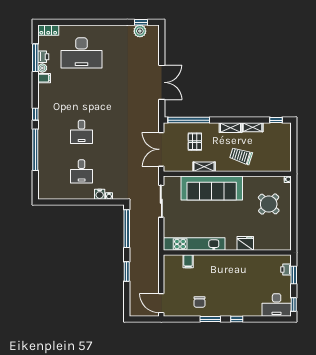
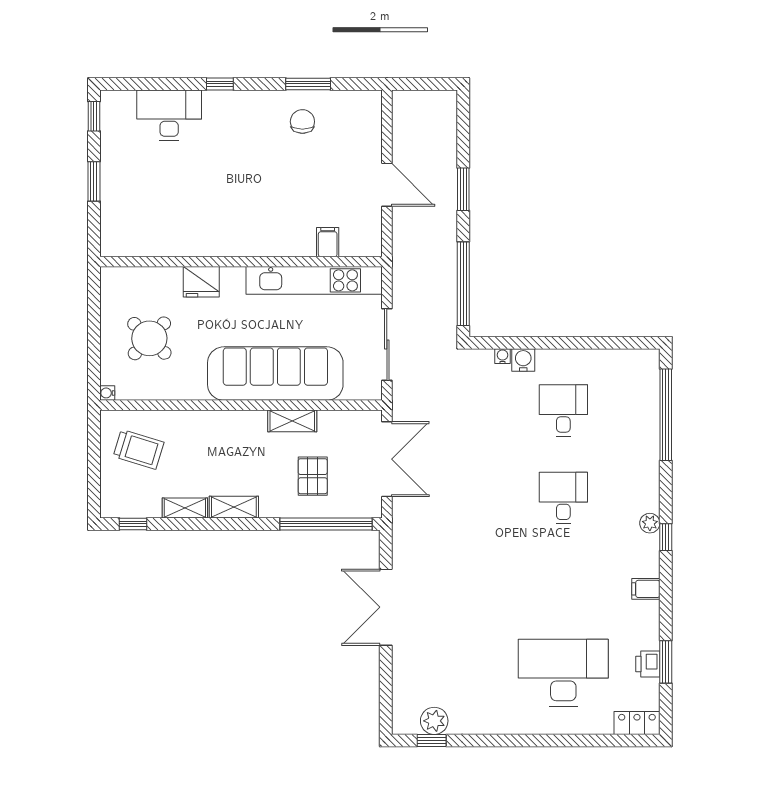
window: (35, 58) -> (666, 662), width x0.69
plant: (42, 68) -> (650, 523), moved
filing cabinet: (44, 78) -> (646, 589), moved
window: (35, 150) -> (666, 415), moved
trolley: (241, 156) -> (139, 449), moved
fridge: (245, 243) -> (201, 282), moved
kitchen unit: (194, 244) -> (314, 280), moved
wall: (227, 253) -> (241, 262), moved
filing cabinet: (188, 261) -> (328, 242), moved
printer: (286, 269) -> (111, 194), removed
door: (161, 303) -> (387, 185), moved
desk: (277, 305) -> (169, 115), moved
window: (210, 319) -> (308, 84), moved

